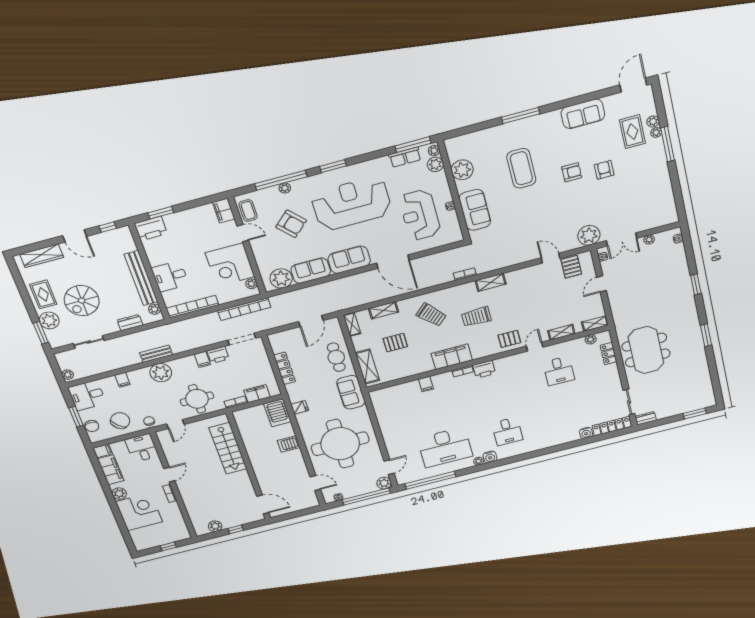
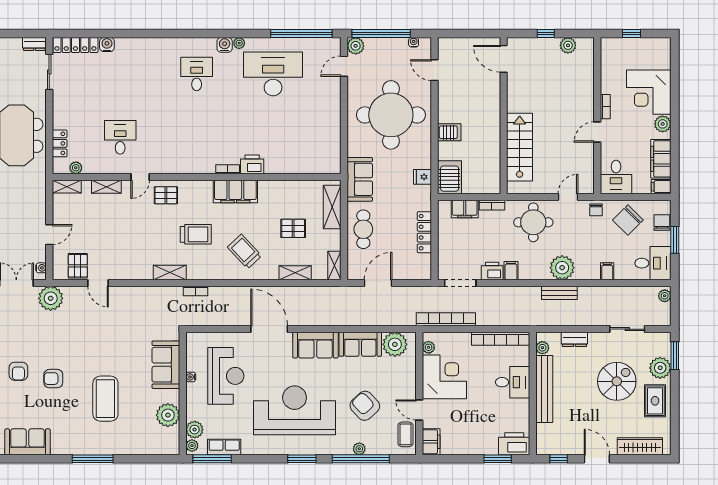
reception desk: (351, 204) -> (295, 410), turned 180
printer: (484, 369) -> (252, 164), moved
filing cabinet: (426, 384) -> (273, 165), removed

